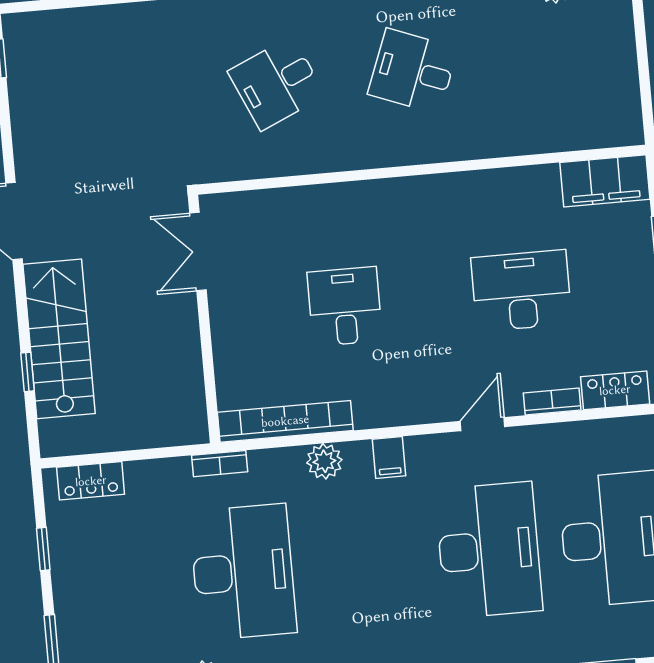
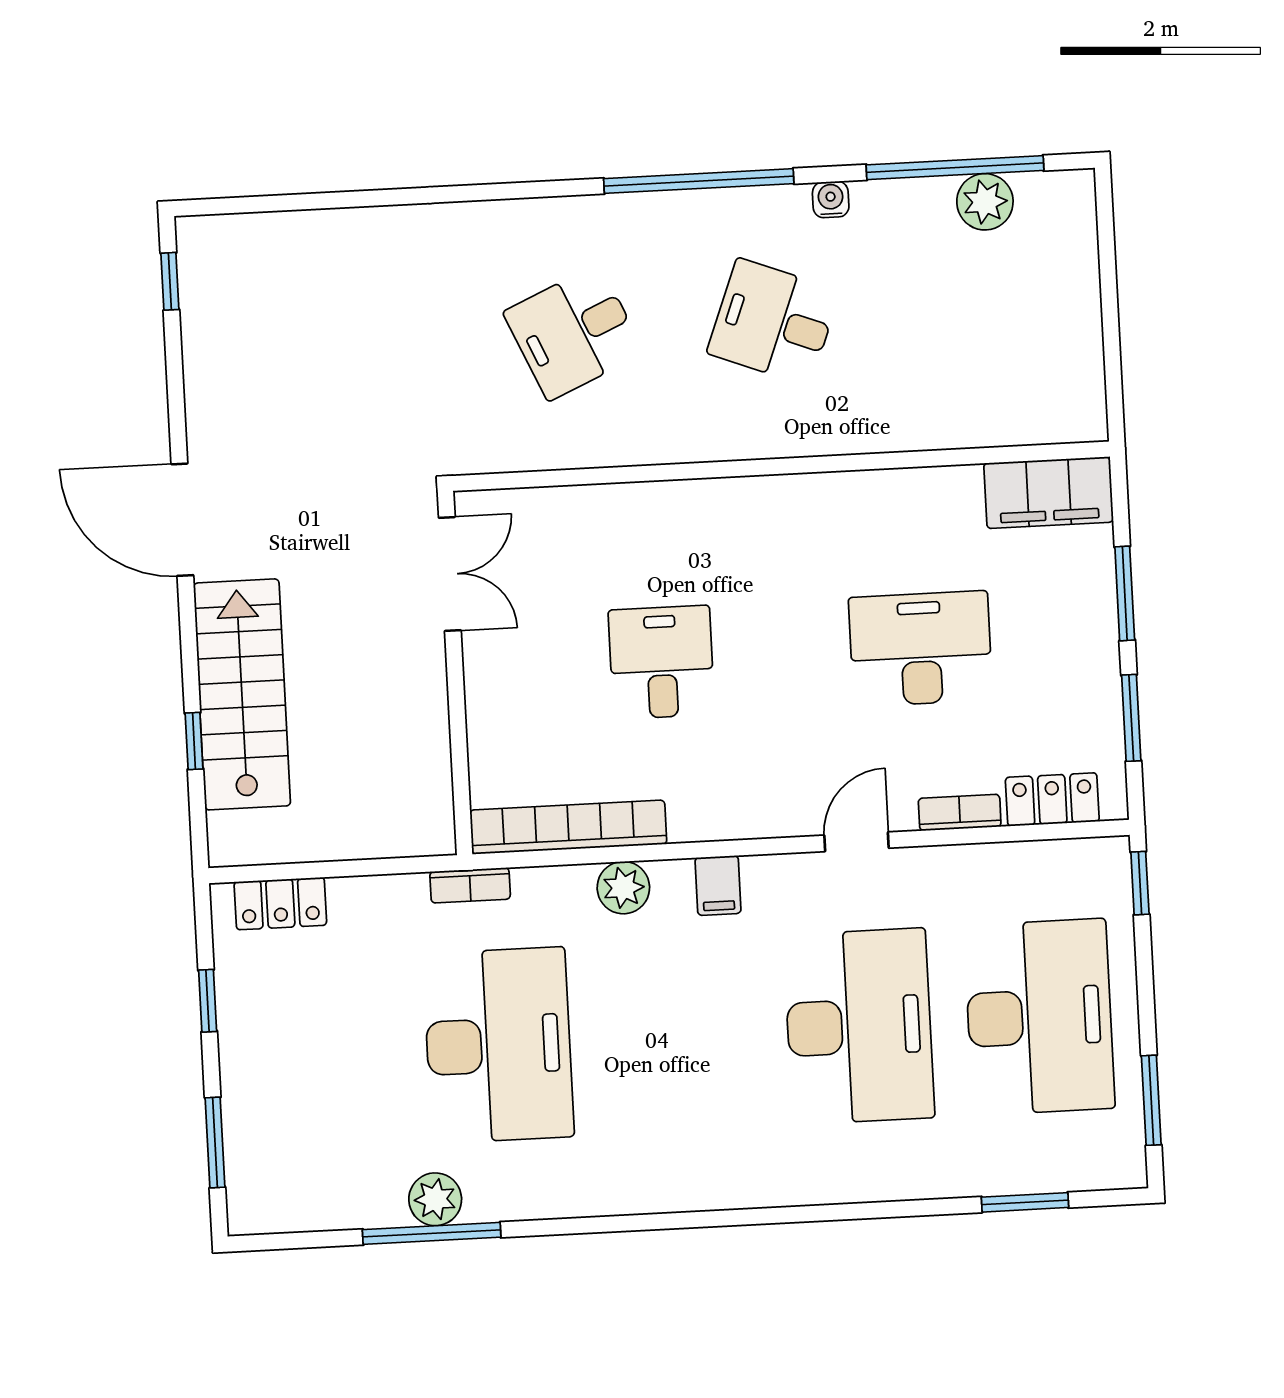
double door: (198, 251) -> (450, 574), swing flipped

